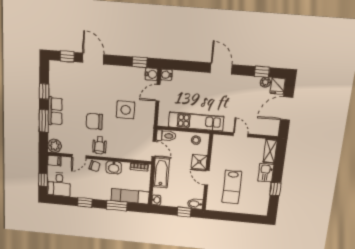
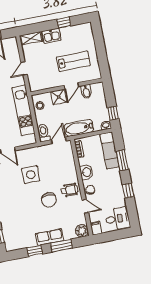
window: (43, 180) -> (117, 235), removed
bidet: (195, 204) -> (86, 92), moved
window: (184, 212) -> (113, 113), moved

